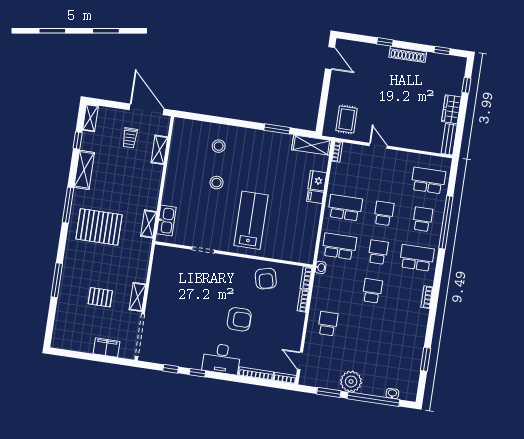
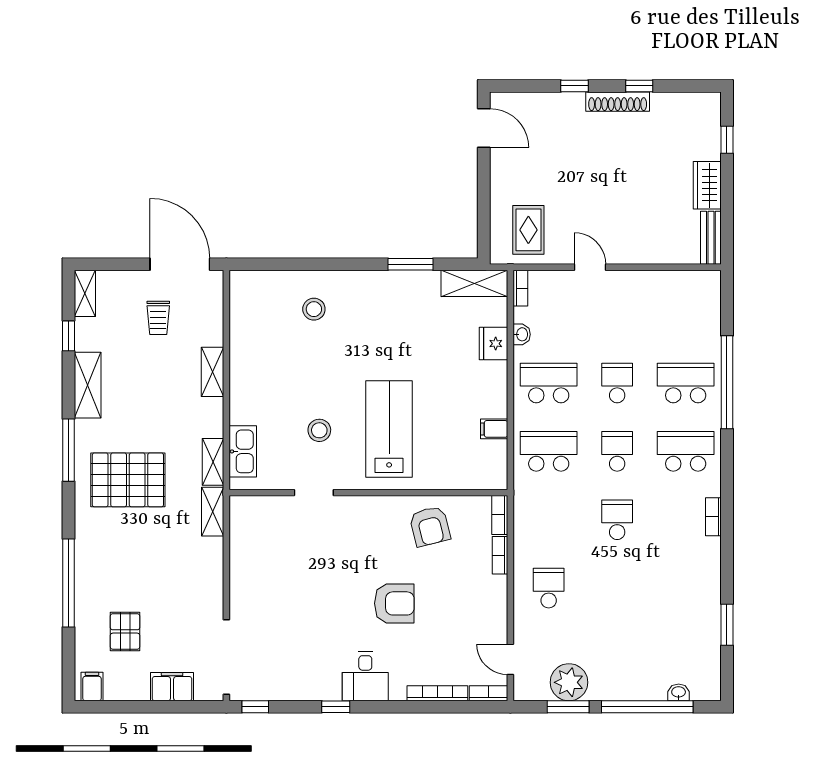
window: (442, 50) -> (639, 86), moved
shelving: (159, 150) -> (212, 372), moved
school desk: (428, 181) -> (686, 315), removed
stool: (217, 183) -> (319, 430), moved
filing cabinet: (315, 197) -> (494, 429), moved
school desk: (423, 219) -> (686, 383), width x1.85
washbasin: (321, 267) -> (522, 334), moved
window: (57, 280) -> (68, 583), width x1.46
pallet: (100, 297) -> (125, 631), moved, turned 90
shelving: (137, 297) -> (213, 512), moved
filing cabinet: (61, 341) -> (92, 687), added
desk: (221, 359) -> (365, 676), width x0.73
window: (171, 369) -> (255, 707), moved
plant: (351, 382) -> (569, 682), moved

